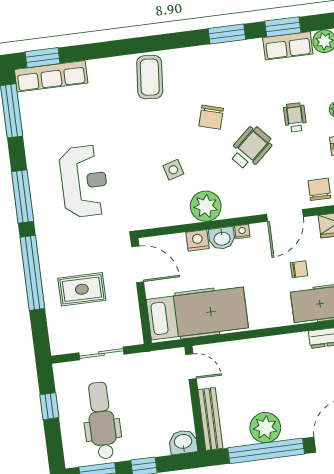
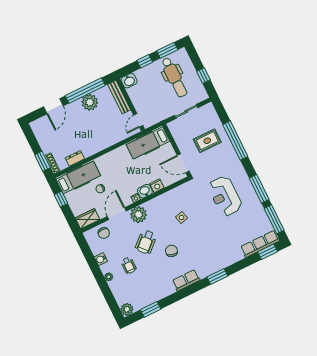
window: (227, 34) -> (217, 277), moved
row of seats: (288, 46) -> (186, 280), moved
coffee table: (150, 77) -> (210, 261), removed
window: (23, 196) -> (259, 189), moved
plant: (206, 206) -> (138, 215), moved
hospital bed: (197, 314) -> (148, 143), width x0.73, depth x0.78
door: (191, 367) -> (138, 120), hinge flipped

